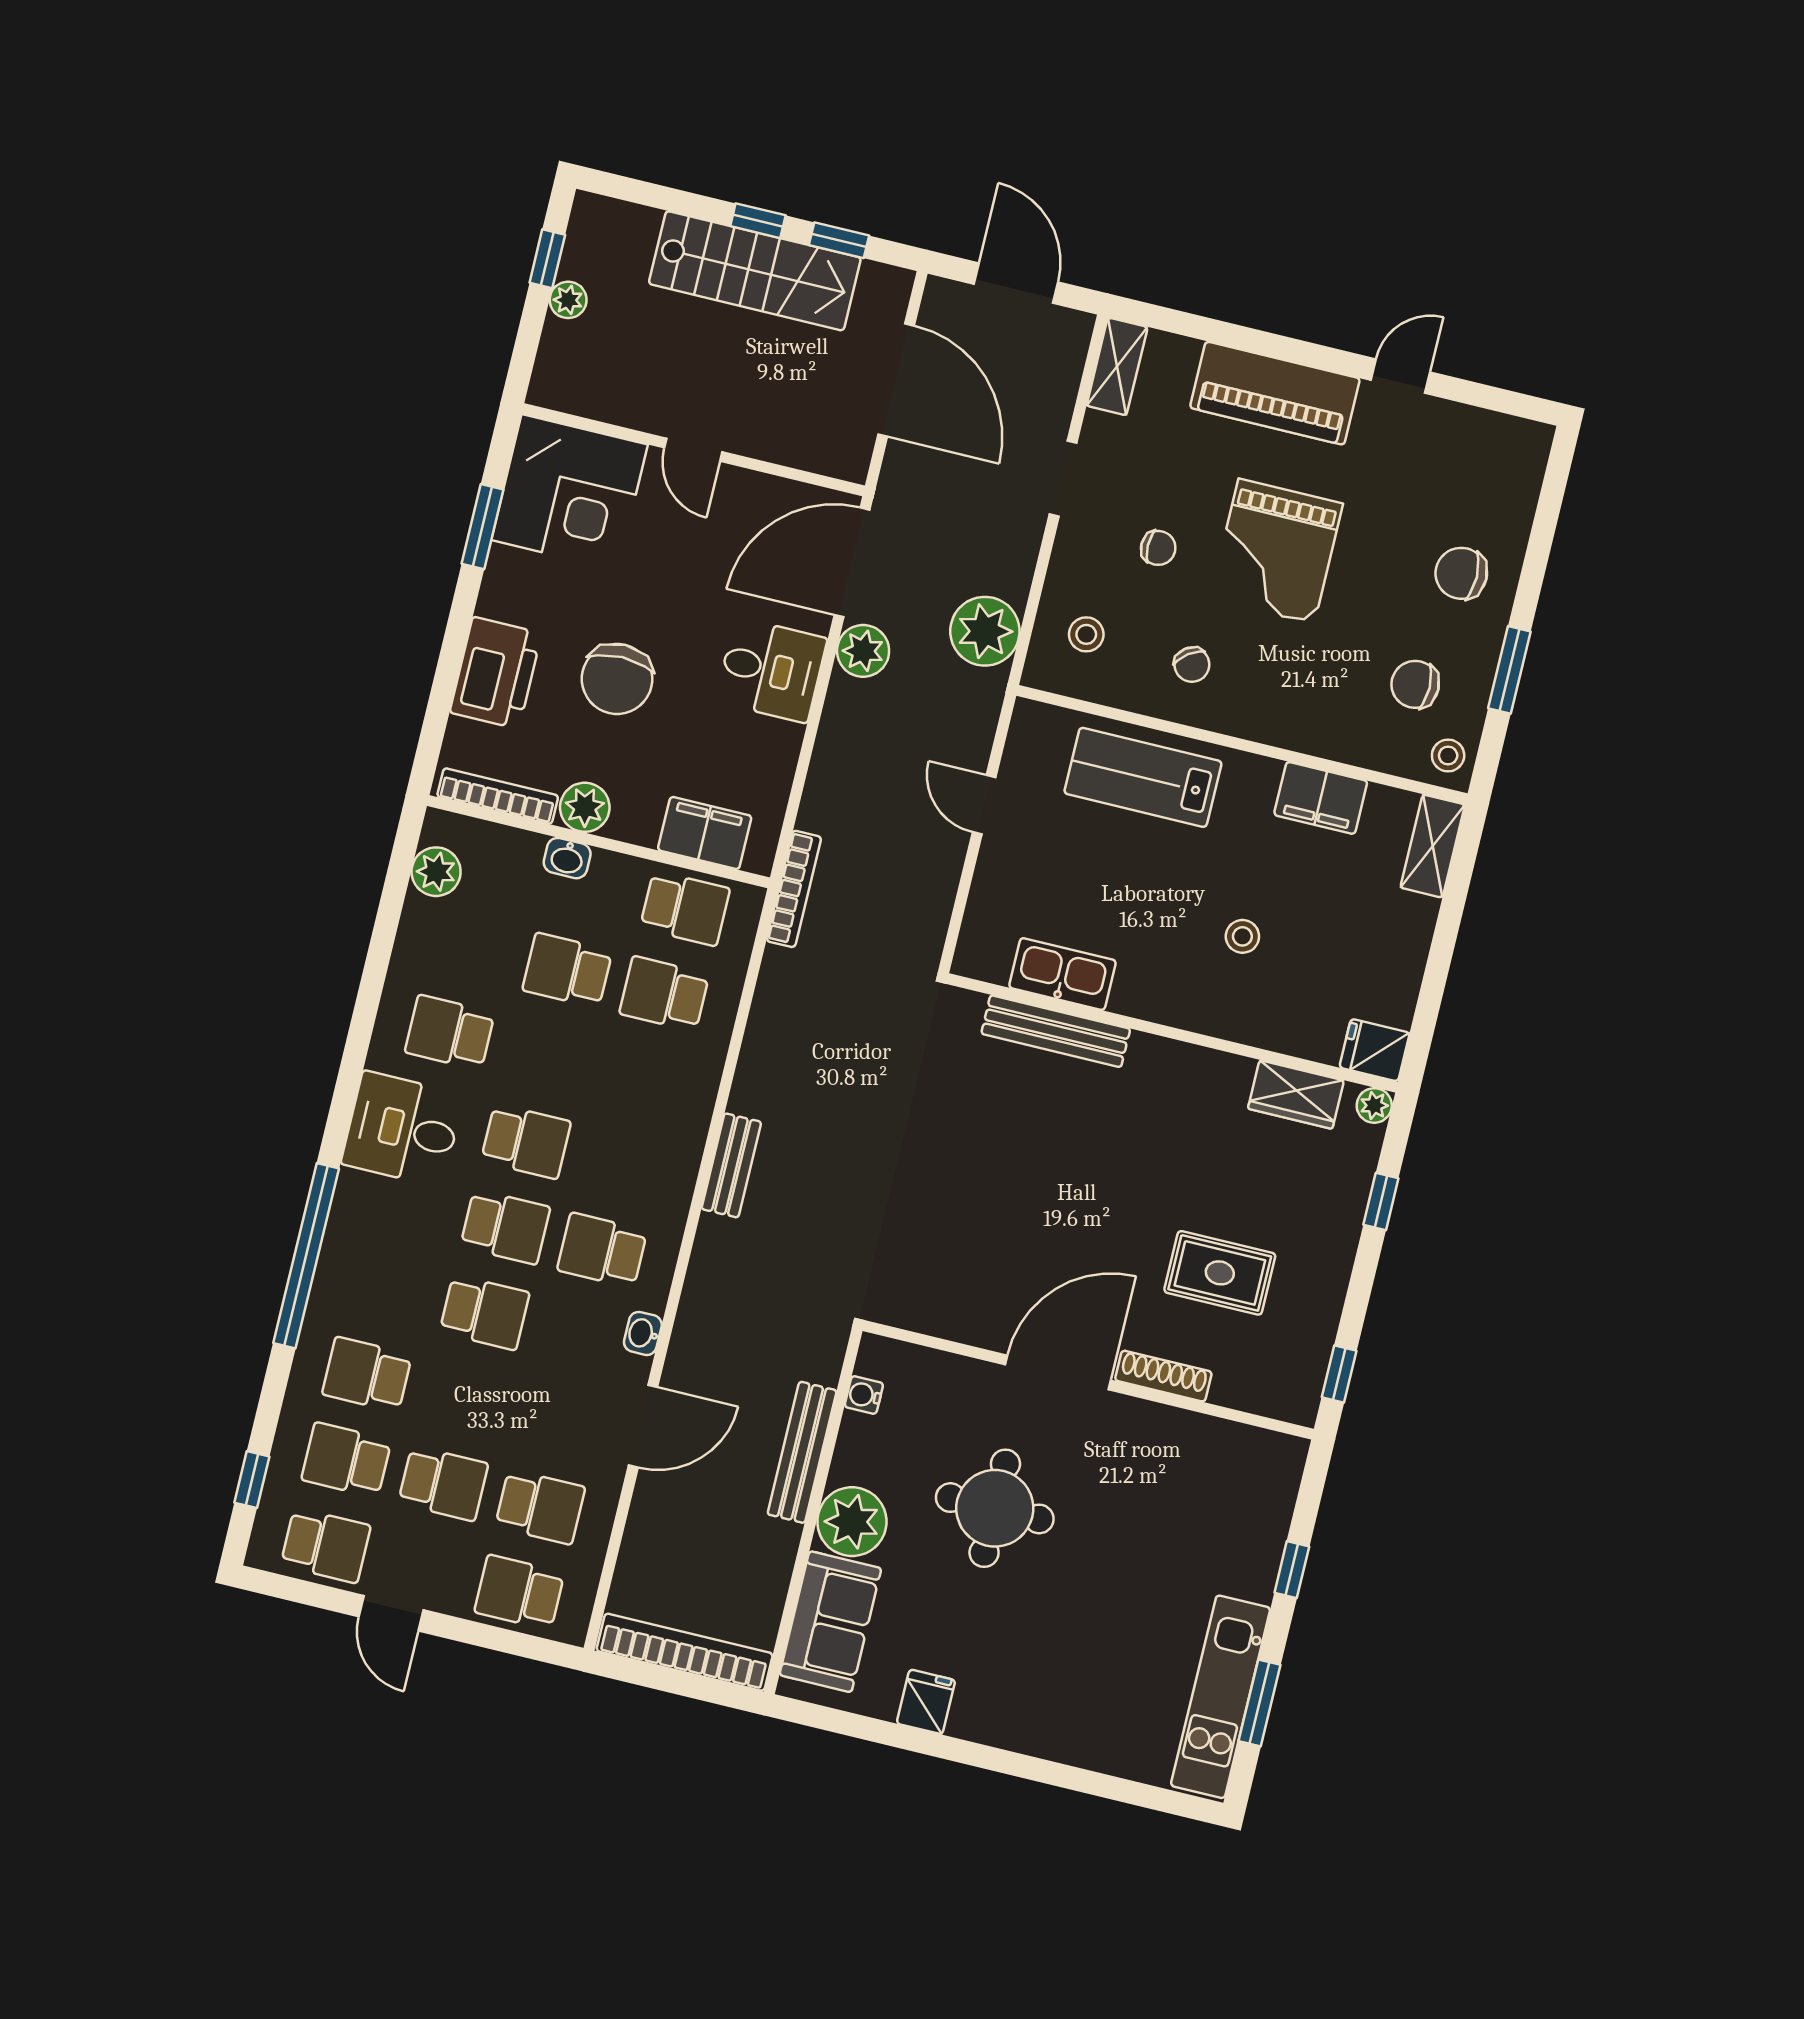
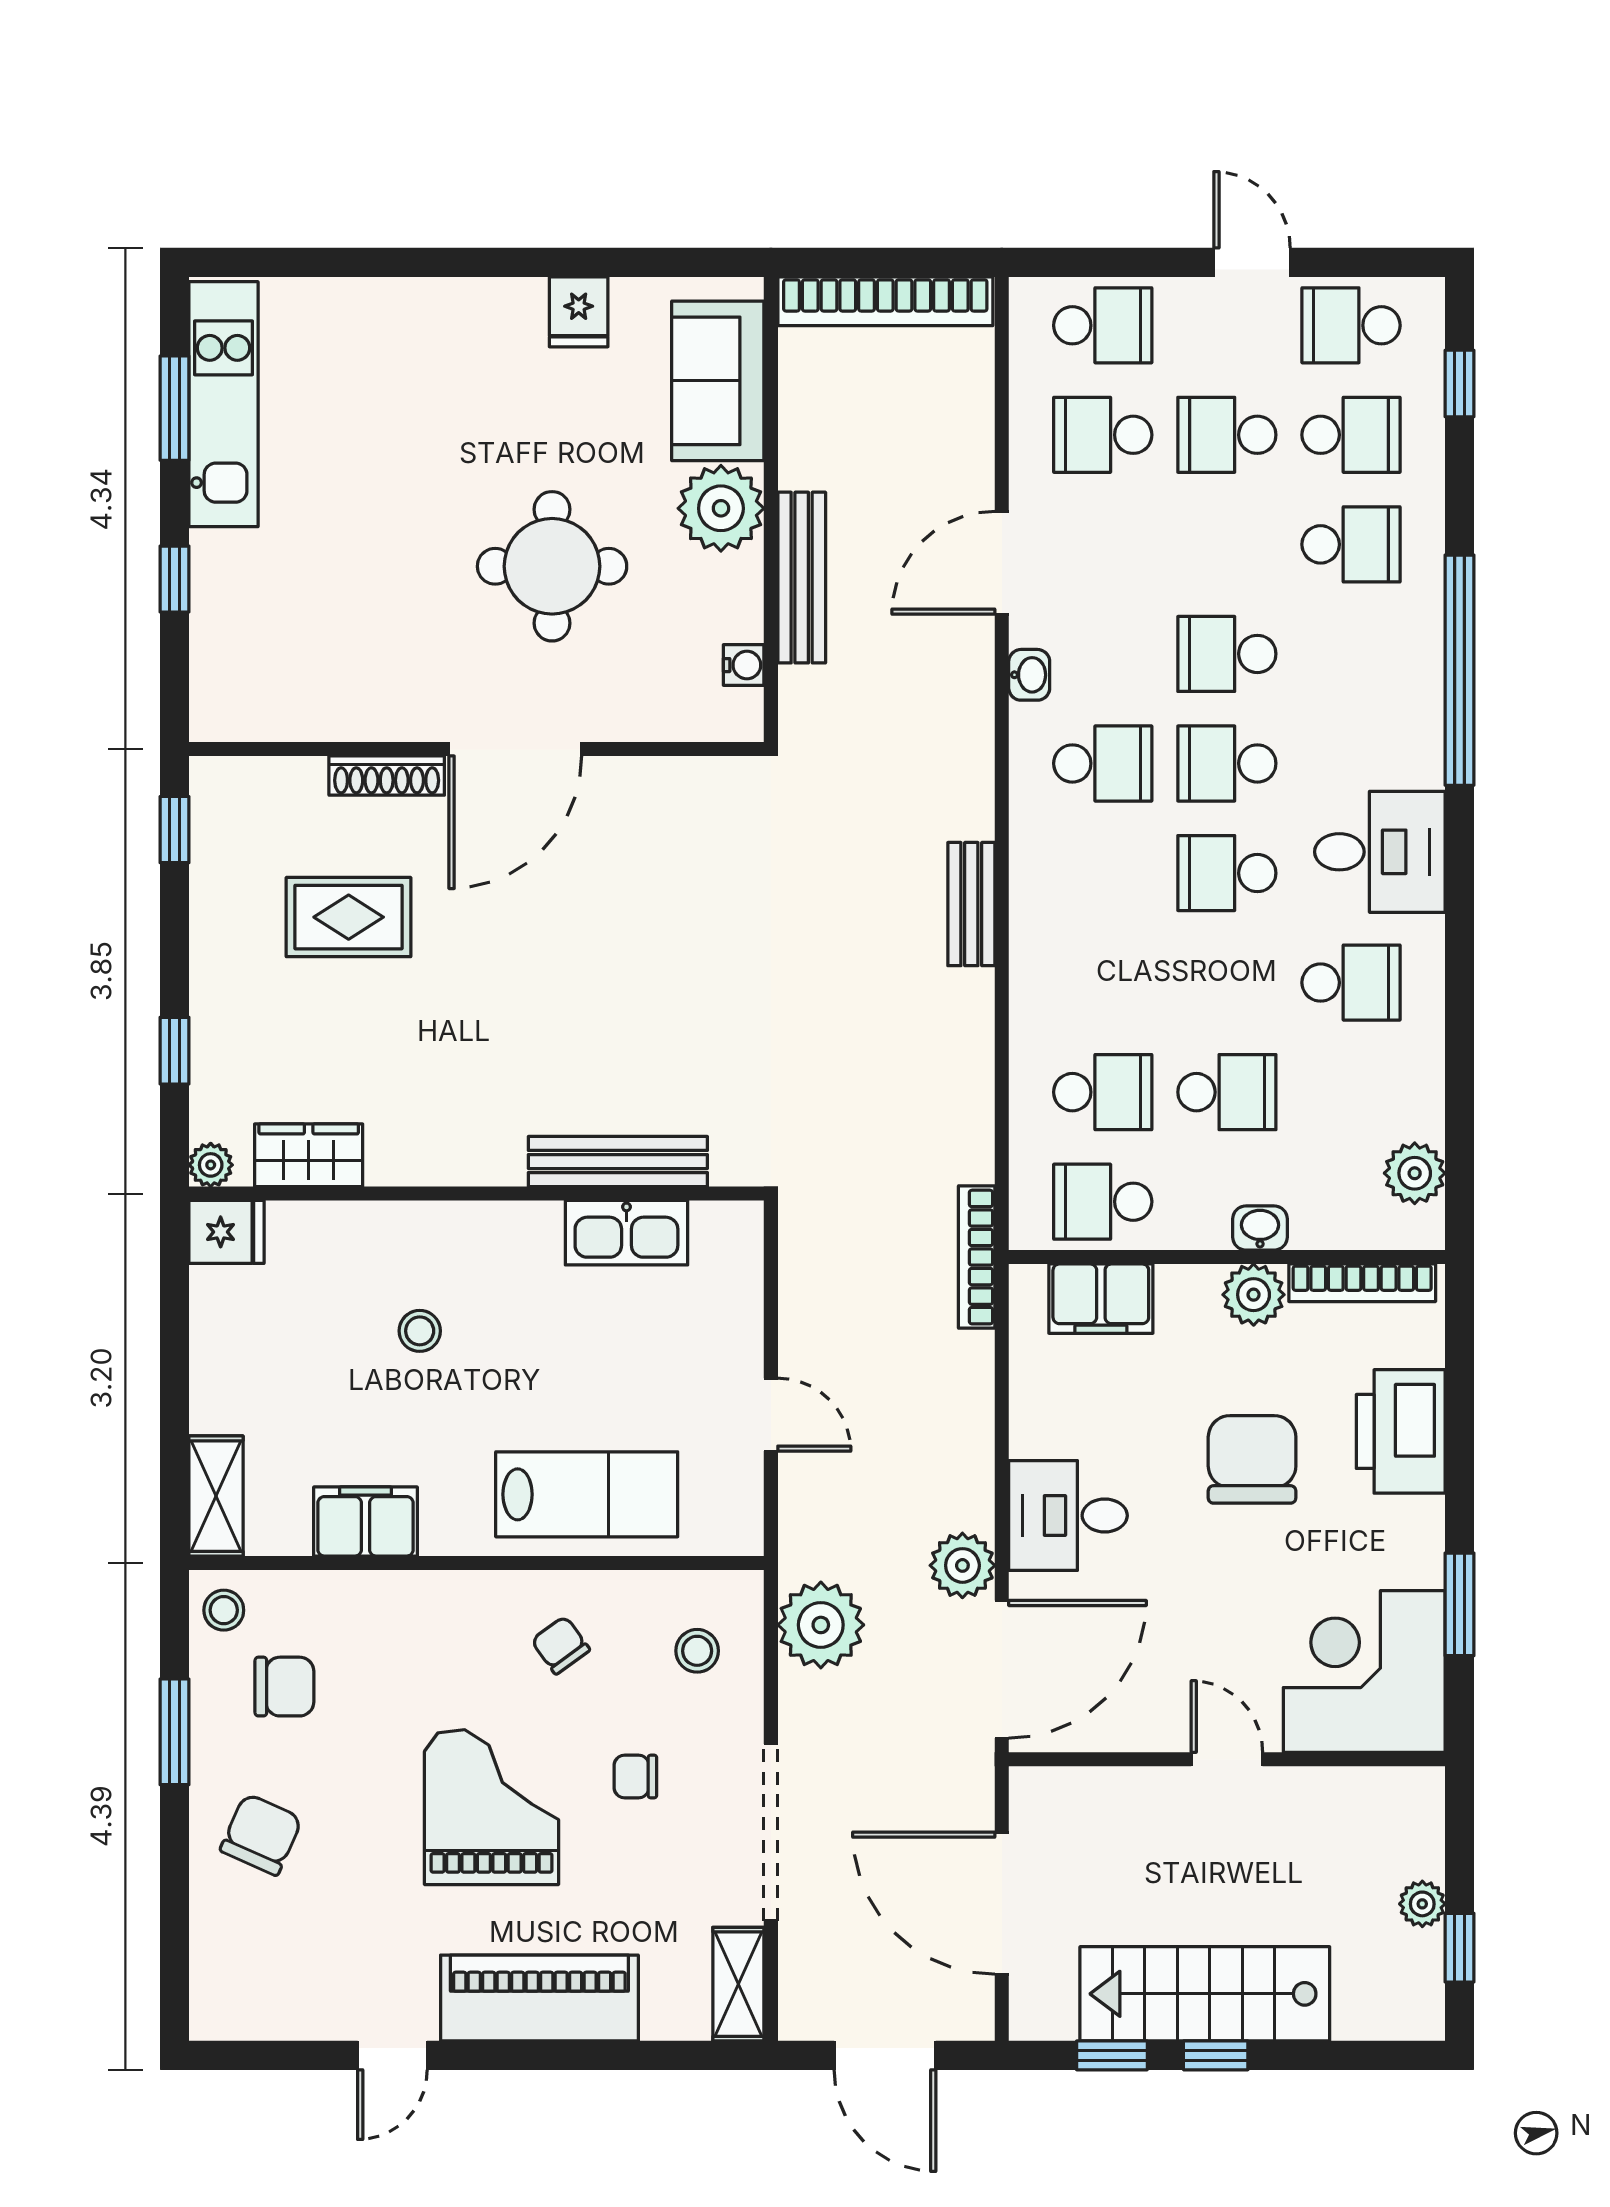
doorway: (1063, 479) -> (771, 1832), width x1.88
chair: (1461, 573) -> (261, 1834), turned -66

